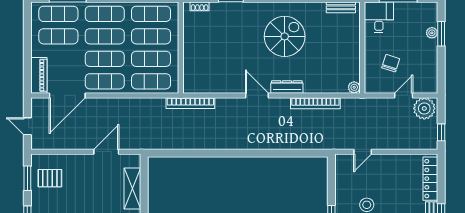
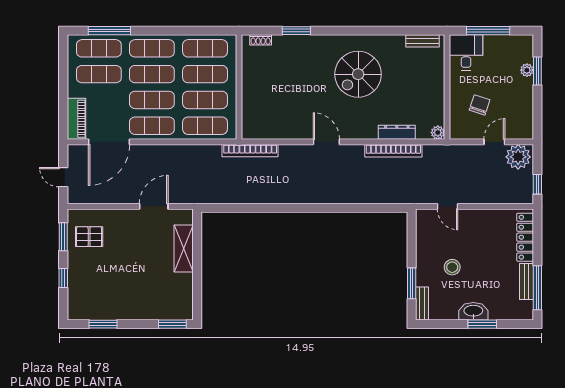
spiral stairs: (285, 36) -> (358, 74), turned 180
dresser: (287, 87) -> (397, 132), moved
door: (363, 152) -> (447, 206), hinge flipped

